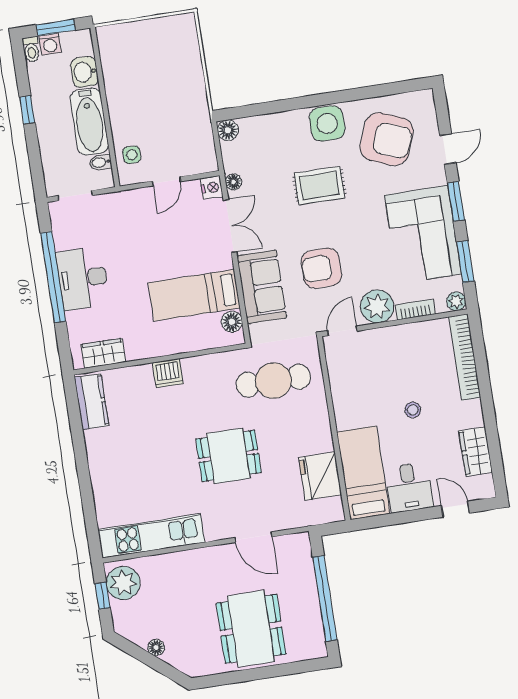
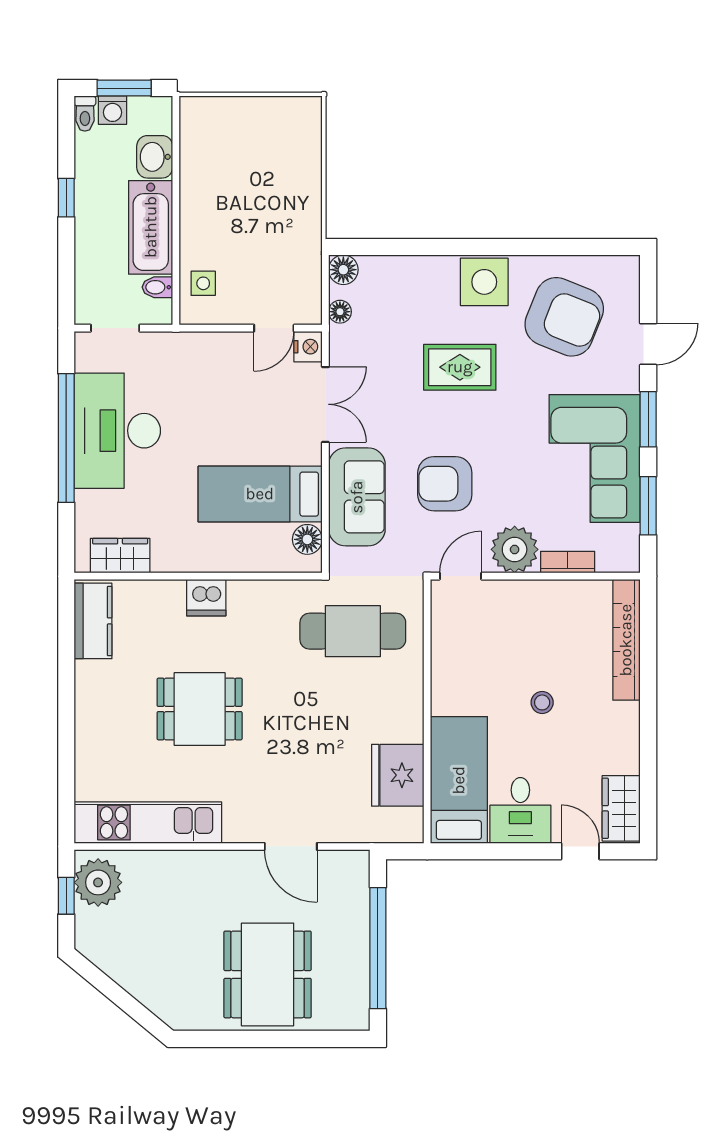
door: (166, 181) -> (274, 328), moved
floor lamp: (233, 182) -> (340, 312), moved
desk: (83, 278) -> (117, 431), width x1.36, depth x1.30
plant: (456, 301) -> (627, 560), removed
wardrobe: (476, 452) -> (621, 808), moved
dining table: (229, 456) -> (200, 709), moved
floor lamp: (156, 647) -> (130, 980), removed

